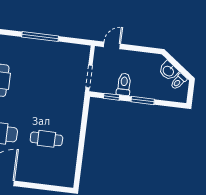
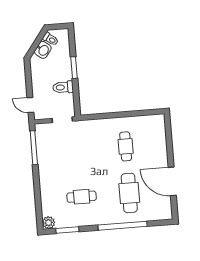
window: (40, 37) -> (34, 148), moved
window: (111, 97) -> (76, 96), removed

